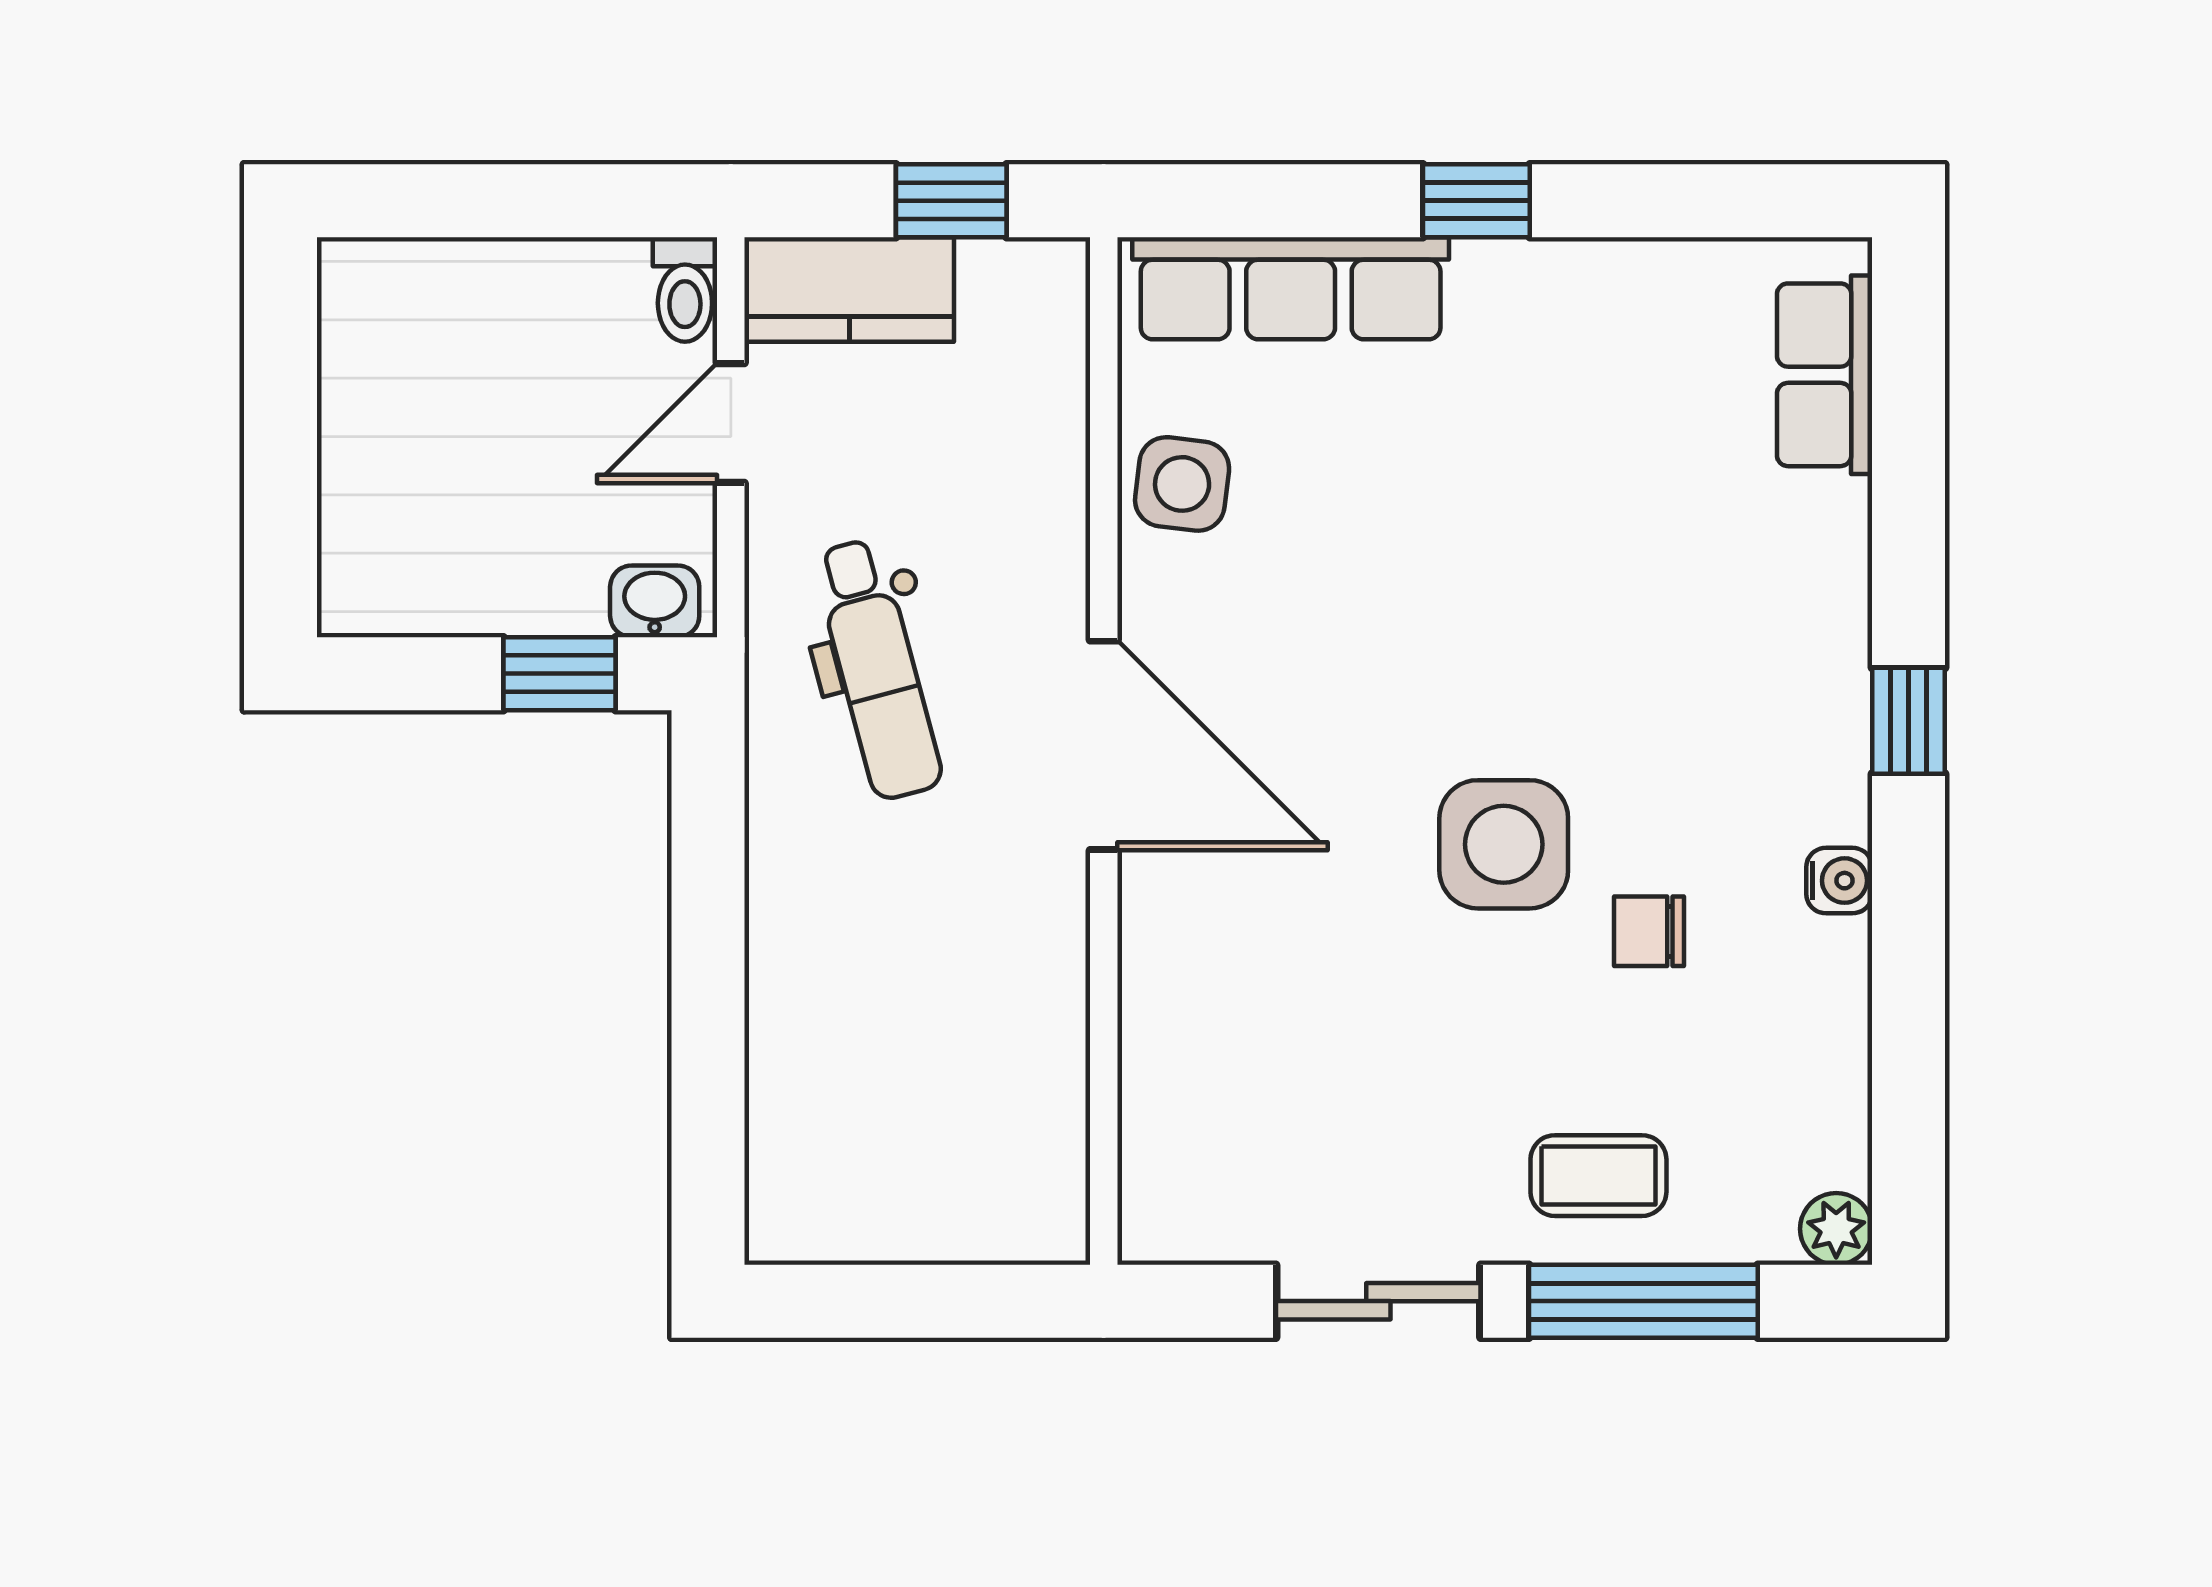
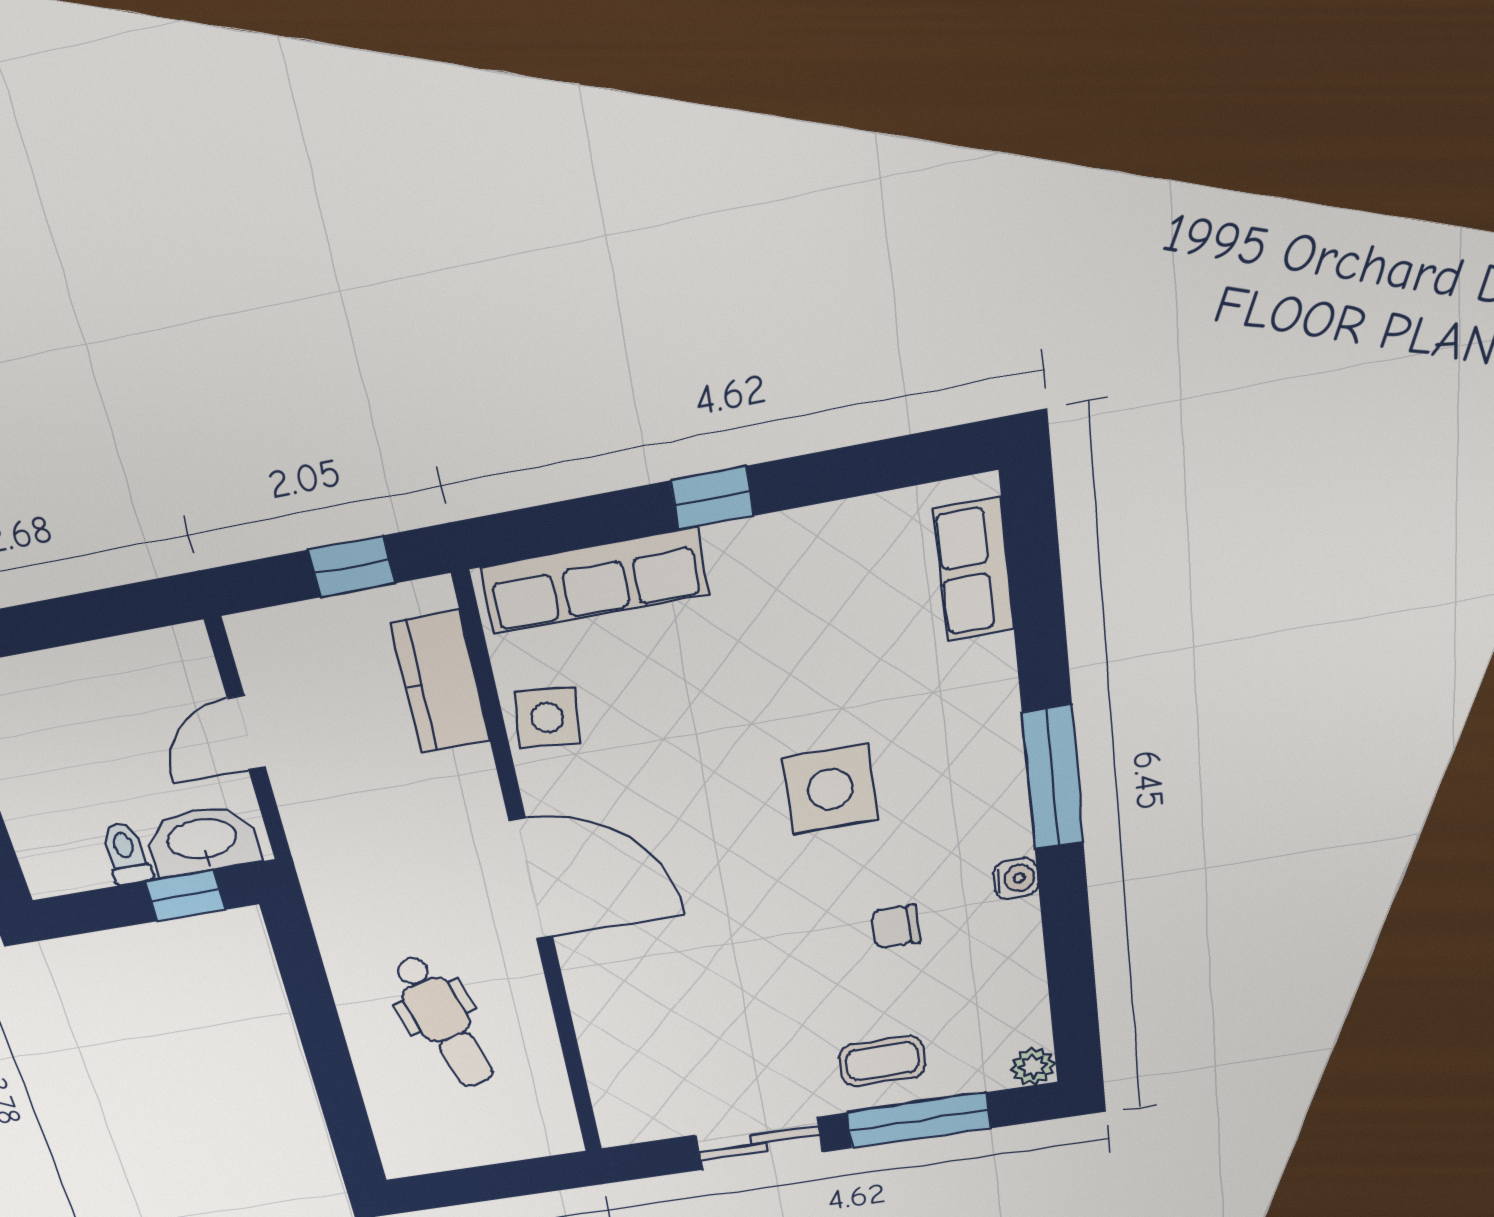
toilet: (685, 290) -> (126, 853), moved, turned 180
kitchen counter: (849, 290) -> (440, 682), moved, turned 90
washbasin: (655, 601) -> (202, 840), width x1.91, depth x1.45
dental chair: (878, 669) -> (444, 1022), moved
window: (1909, 721) -> (1053, 778), width x2.17
side table: (1504, 844) -> (830, 789), moved

